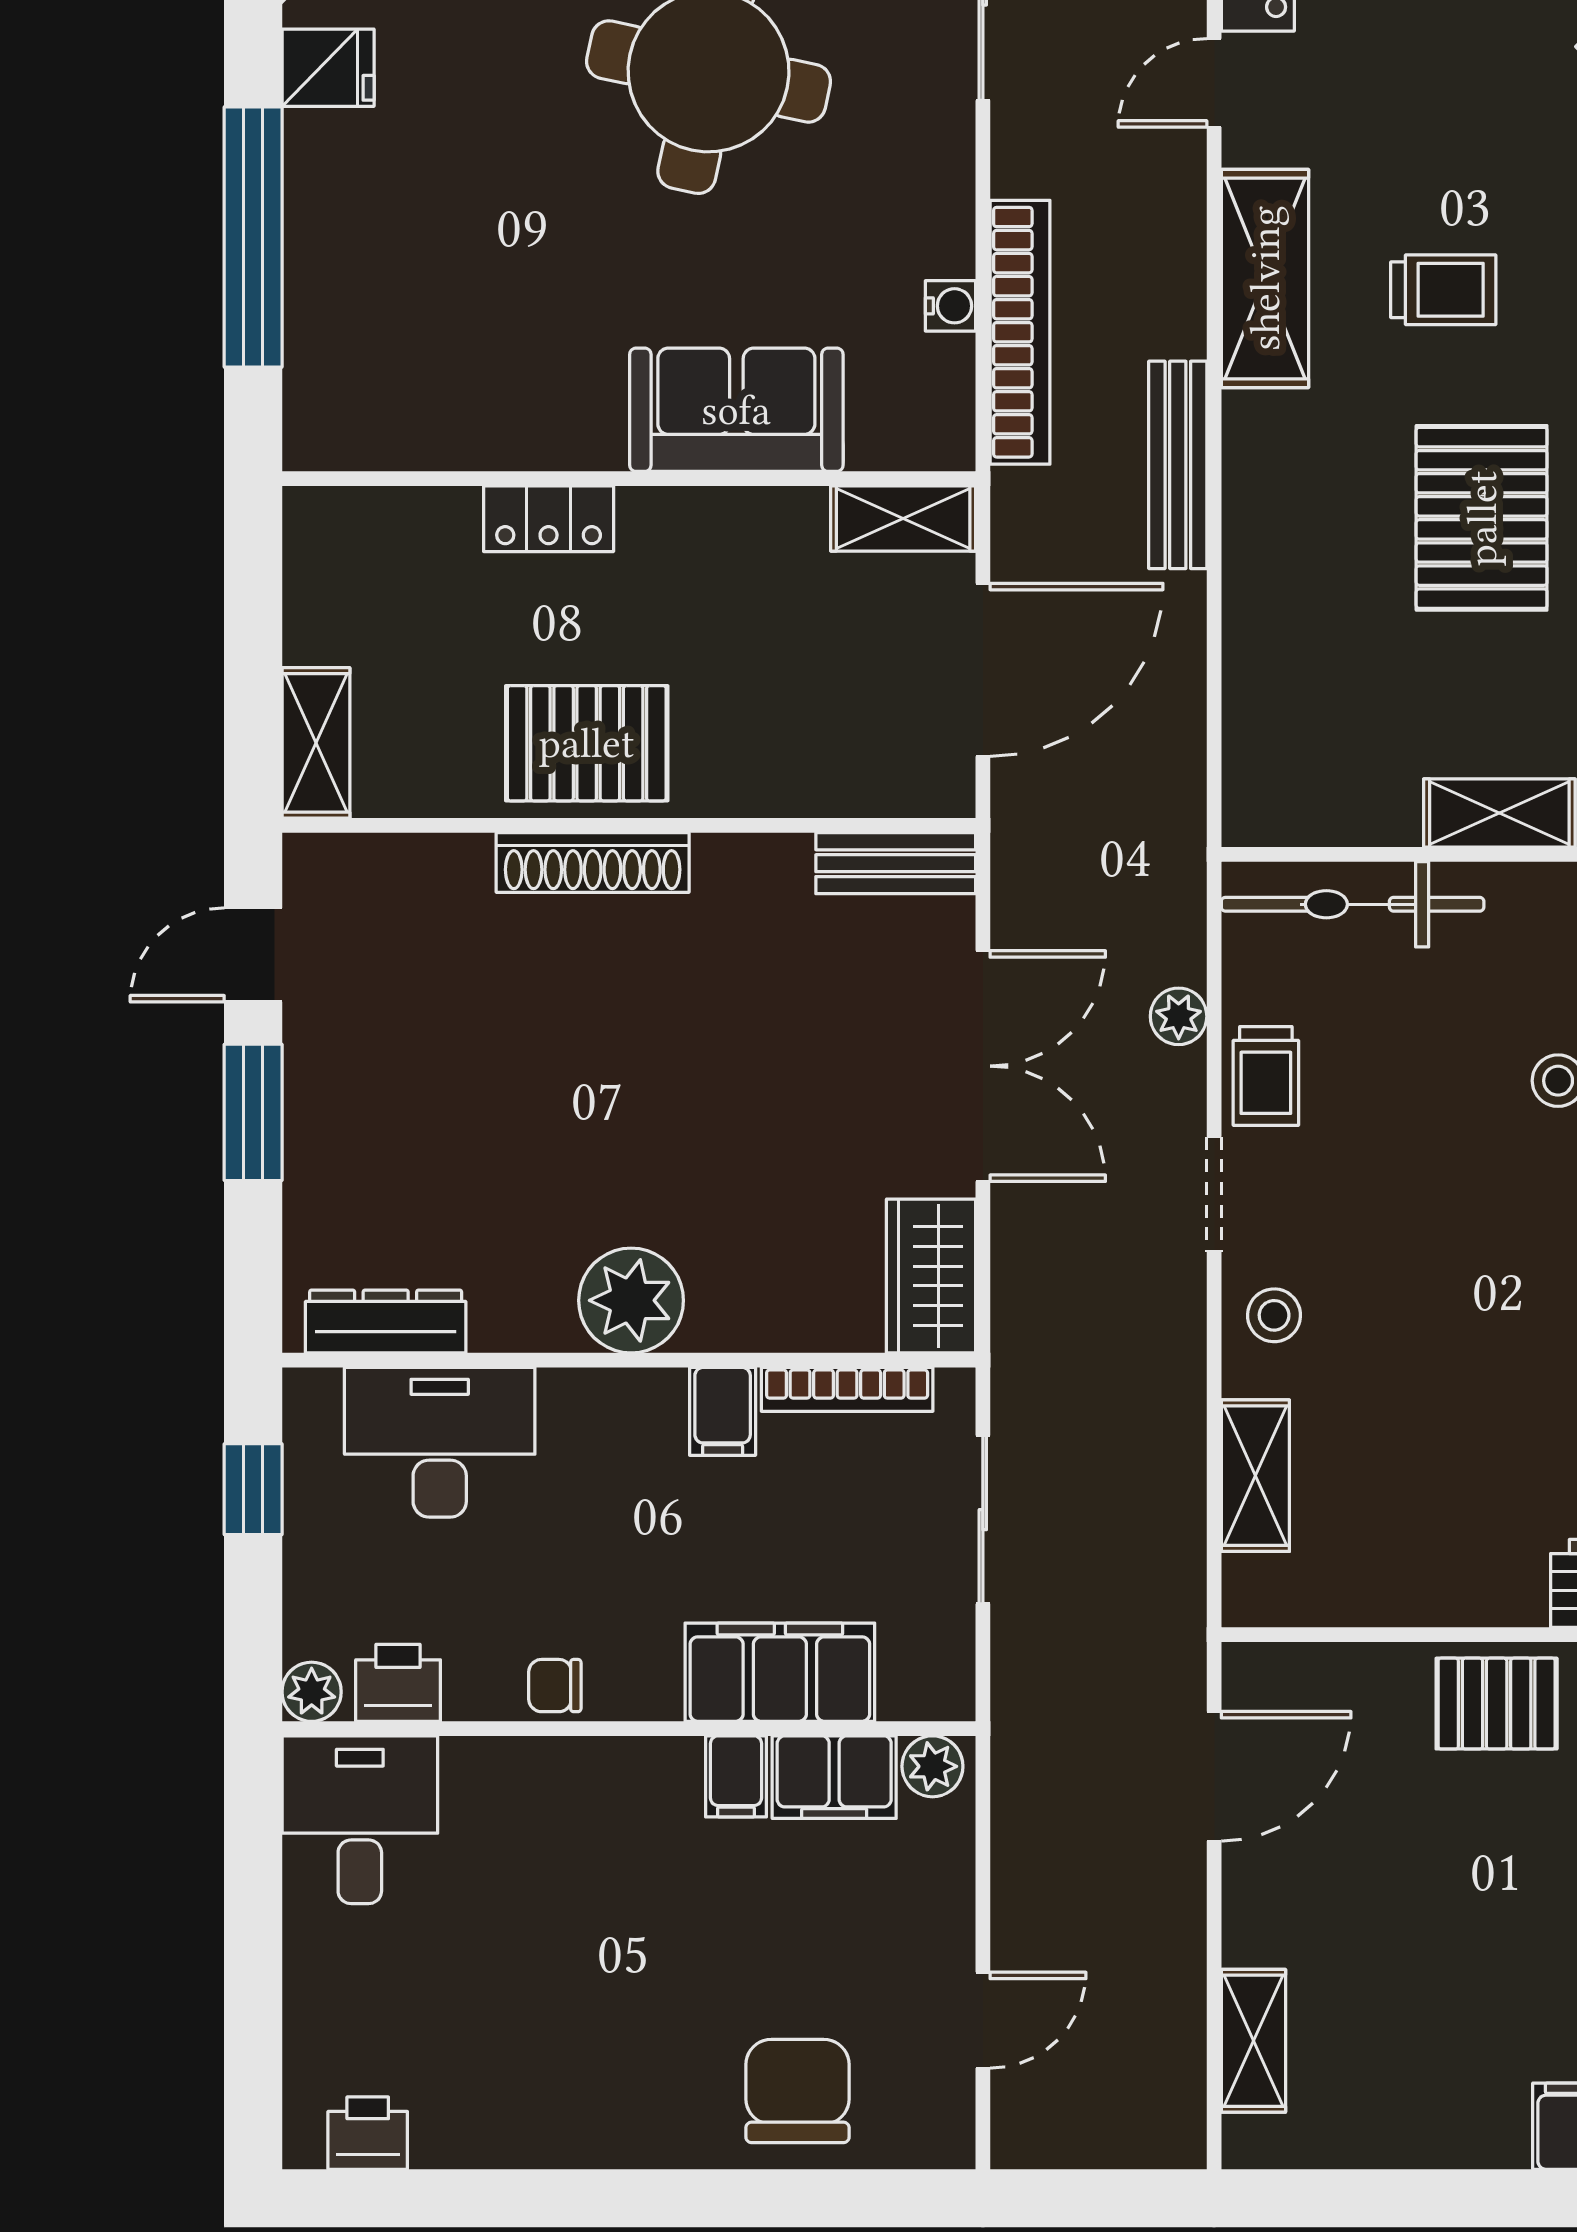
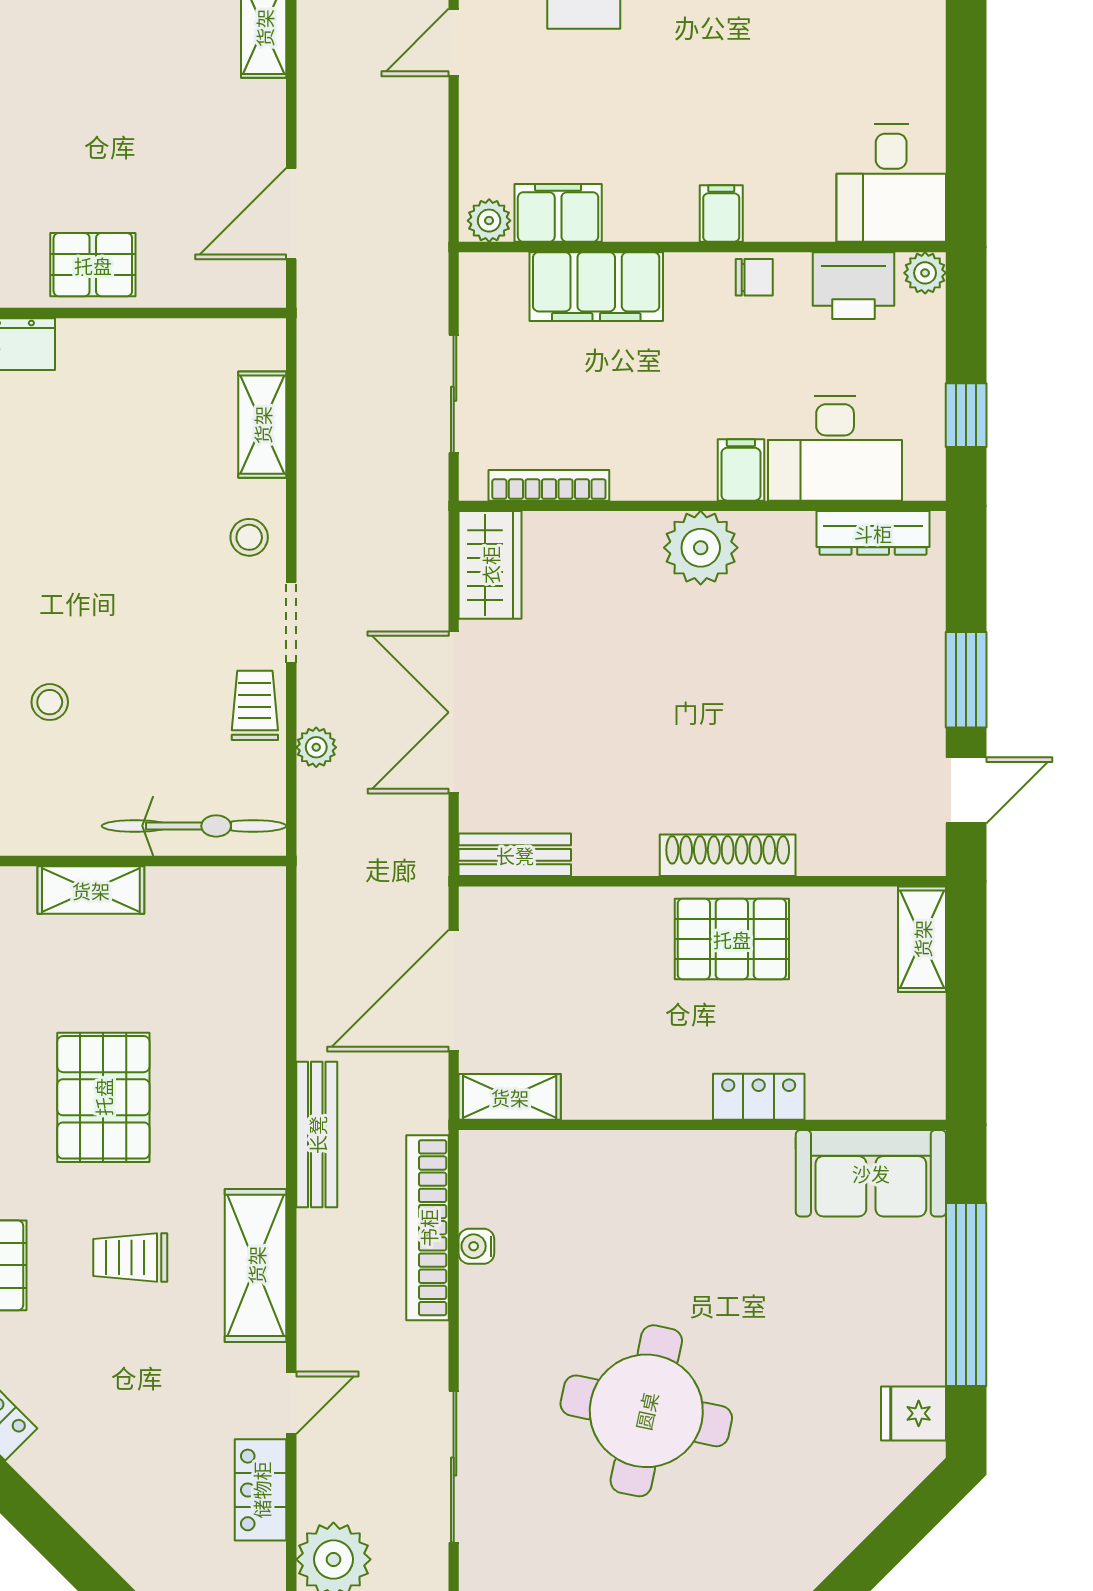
sofa: (736, 410) -> (871, 1173), moved
filing cabinet: (723, 1411) -> (741, 470), moved
printer: (398, 1683) -> (854, 286), width x1.36, depth x1.24
filing cabinet: (736, 1776) -> (721, 214), moved

